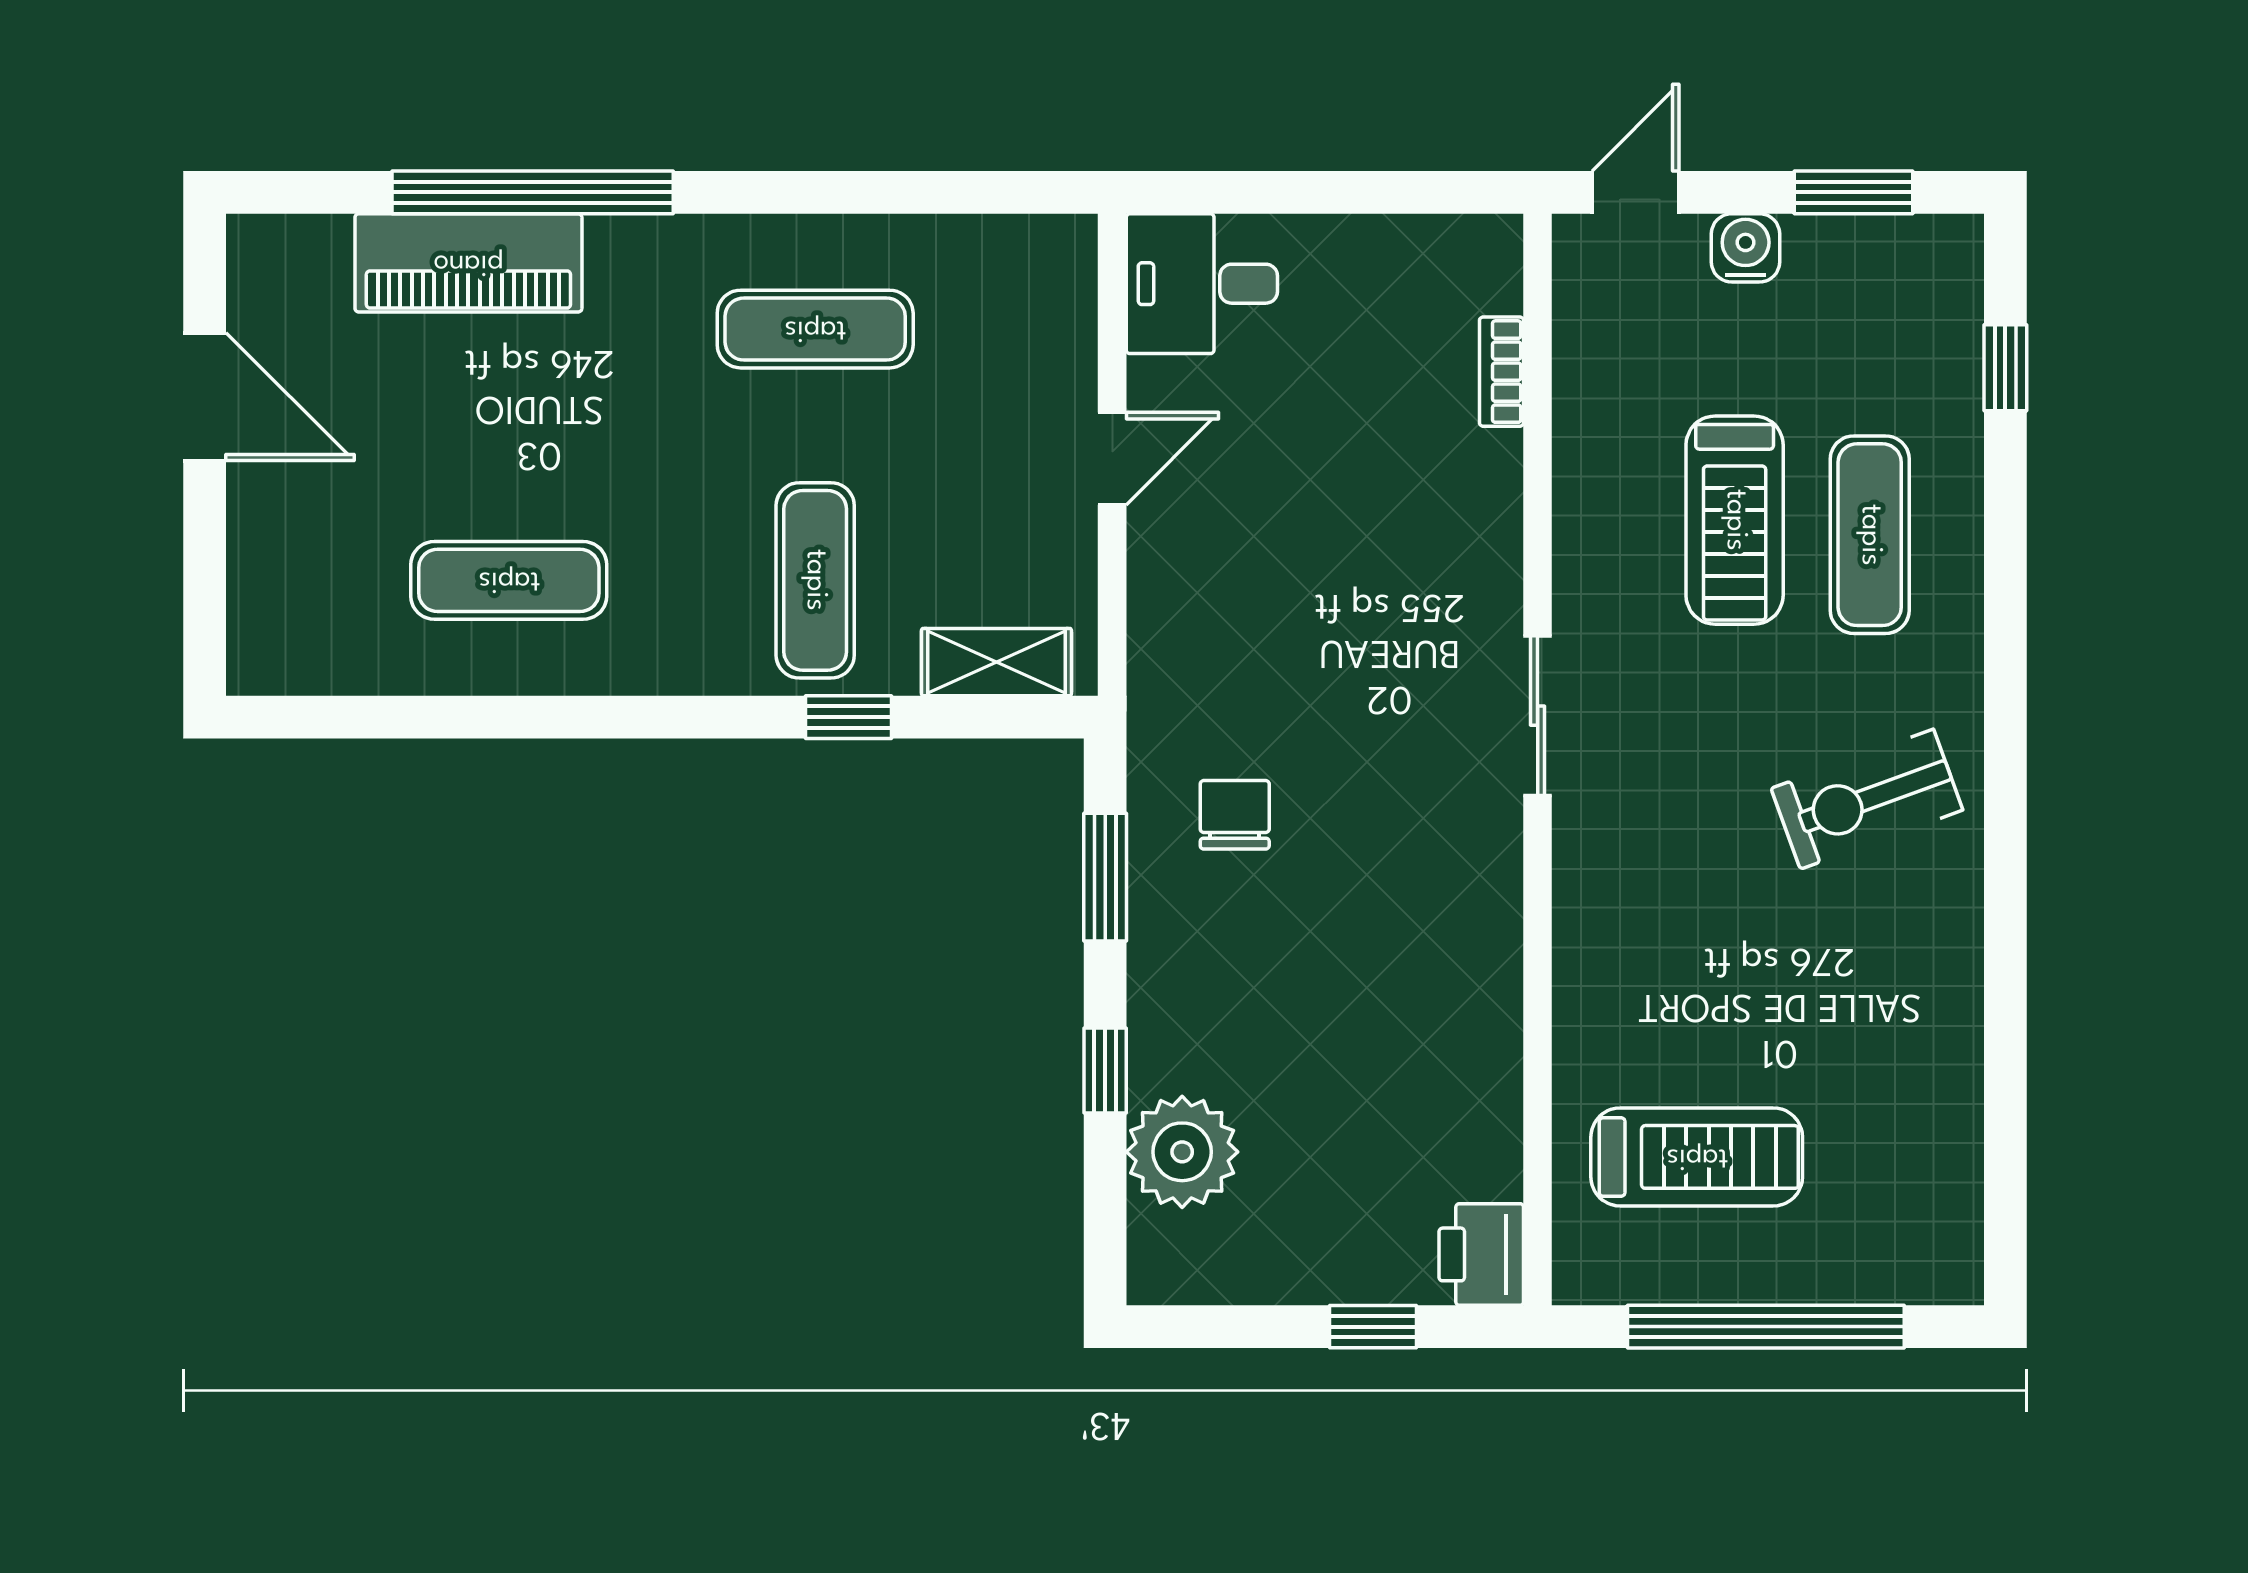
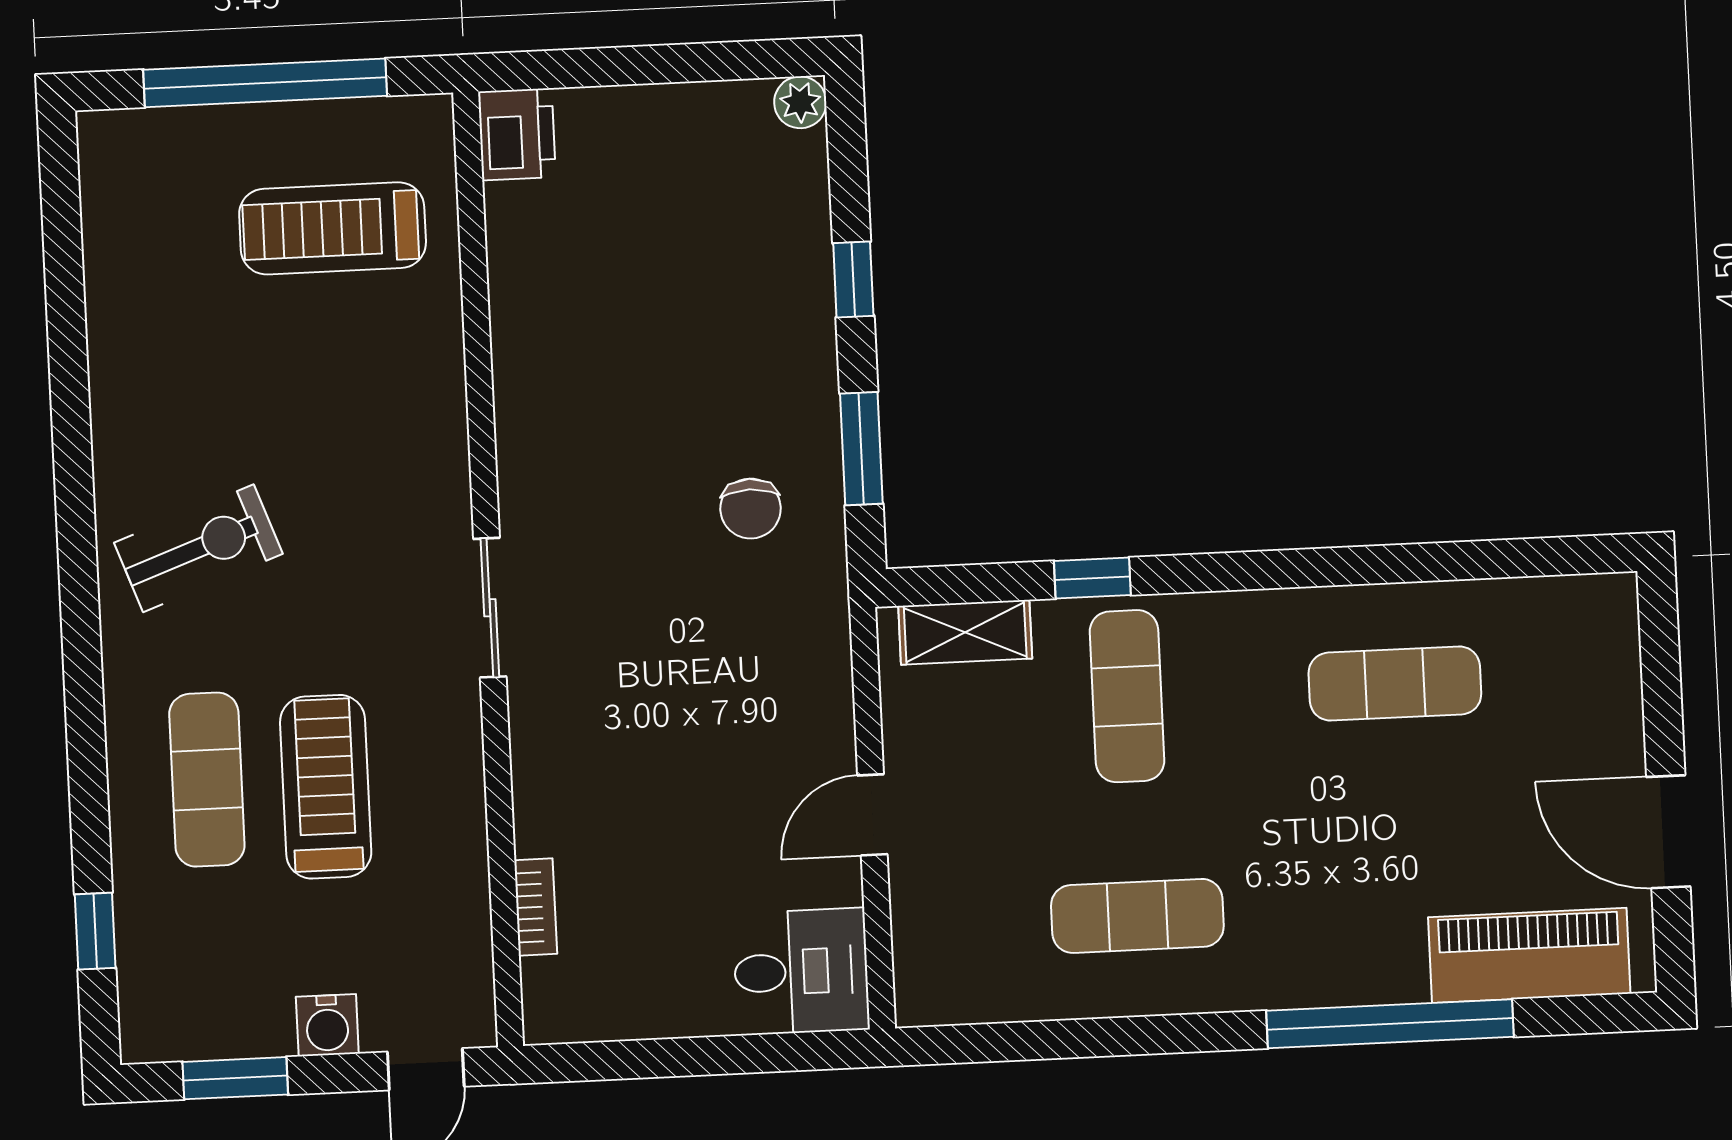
piano: (468, 263) -> (1529, 955), moved
plant: (1182, 1152) -> (800, 102), moved, width x0.53, depth x0.53
window: (1373, 1327) -> (609, 67), removed

